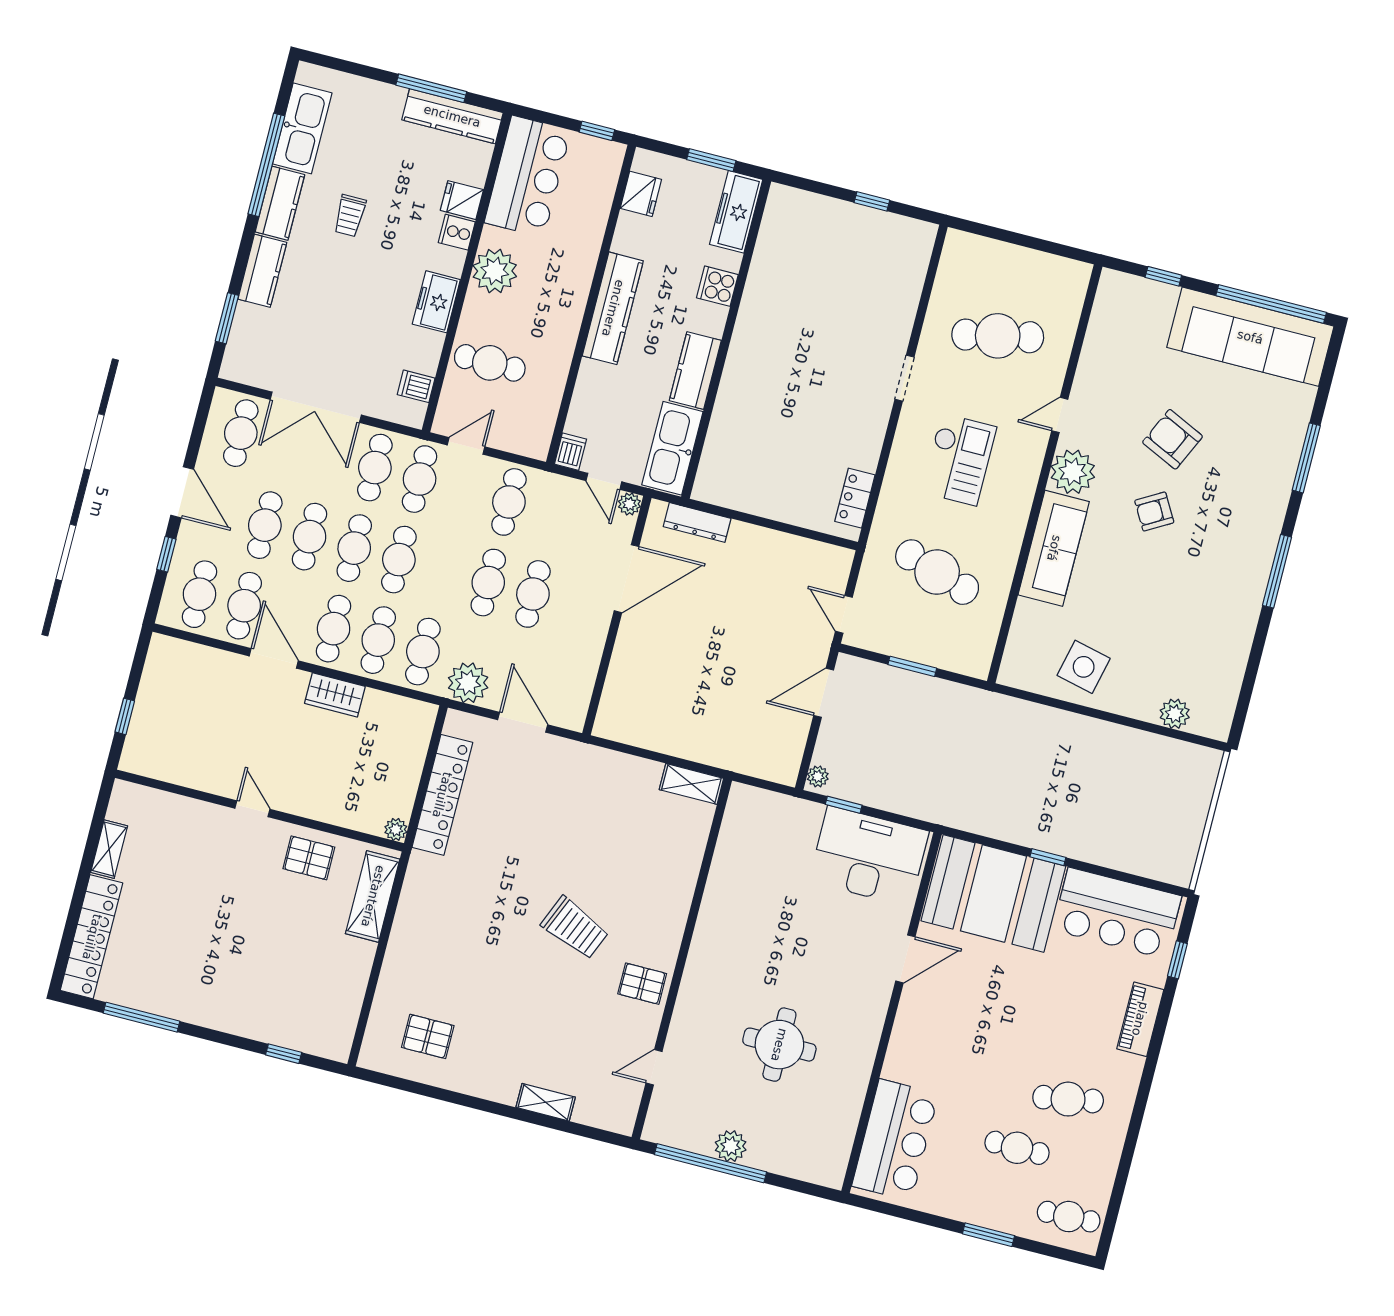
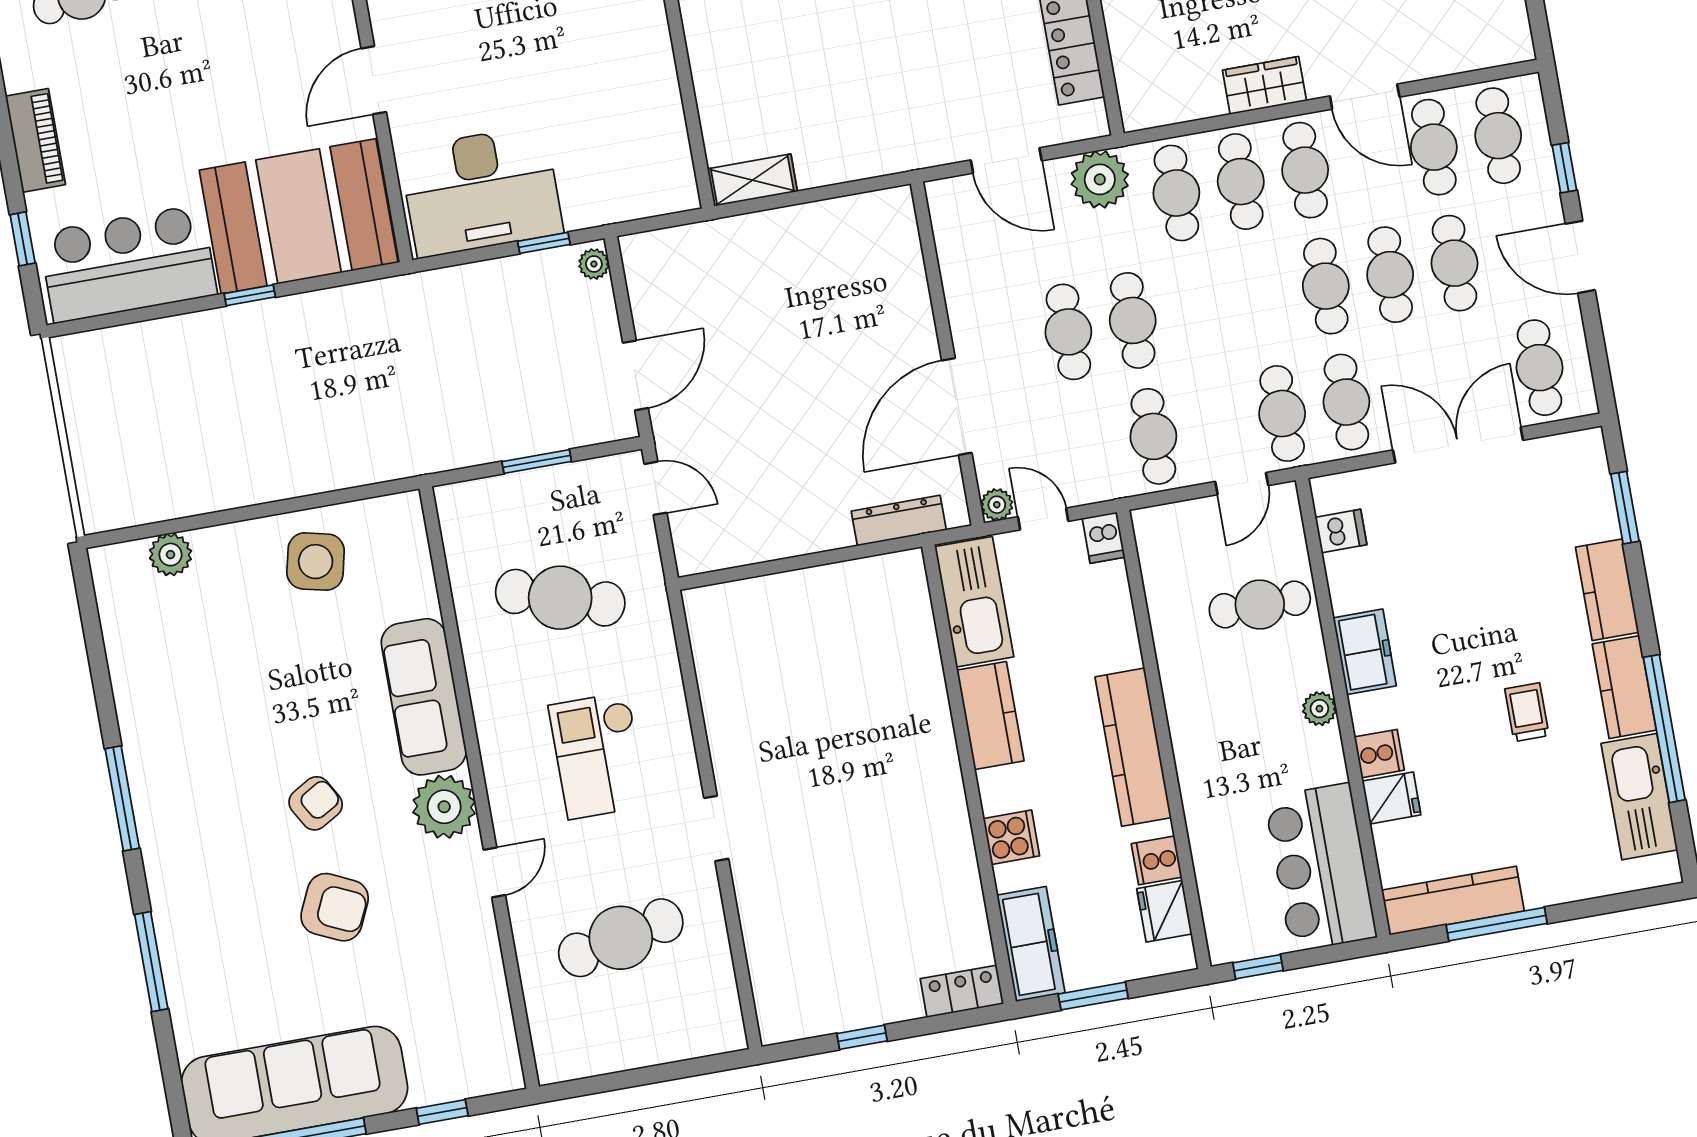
cooker: (631, 229) -> (1157, 860), added
plant: (495, 271) -> (1319, 709), width x0.53, depth x0.53
locker: (855, 498) -> (962, 991), moved, turned -90
cafe table: (399, 560) -> (1261, 298), removed

